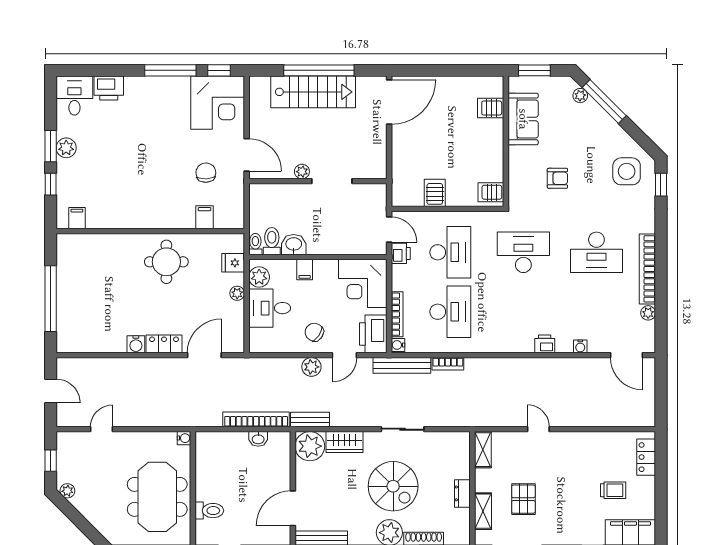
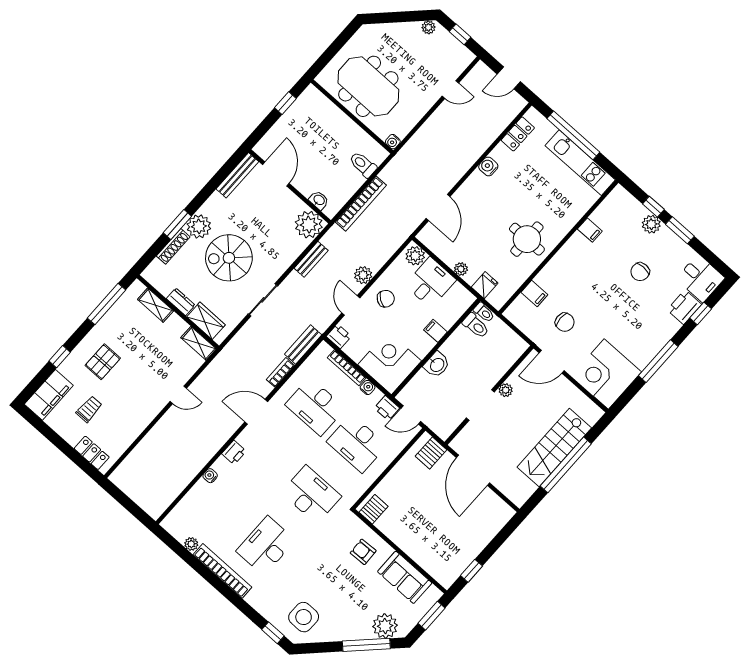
window: (219, 70) -> (701, 313), moved
window: (470, 70) -> (472, 571), added
plant: (580, 96) -> (385, 626), width x1.87, depth x1.87
door: (389, 102) -> (473, 470), moved
server rack: (491, 108) -> (433, 561), removed
plant: (66, 148) -> (651, 224), moved
chair: (112, 148) -> (640, 272), added
armchair: (557, 178) -> (363, 552), moved, turned 88
server rack: (435, 193) -> (431, 453), moved, turned 90
filing cabinet: (77, 218) -> (590, 230), moved
washbasin: (294, 245) -> (437, 365), moved
desk: (523, 252) -> (311, 495), turned -90
kitchen unit: (68, 274) -> (580, 163), added
plant: (259, 277) -> (415, 256), moved
printer: (373, 334) -> (339, 336), width x0.53, depth x0.68
locker: (164, 344) -> (518, 134), moved
water cooler: (398, 345) -> (368, 387), moved
door: (626, 355) -> (256, 412), moved
bench: (402, 365) -> (303, 344), width x0.73
bench: (310, 420) -> (311, 259), moved
door: (101, 429) -> (450, 90), hinge flipped
washbasin: (258, 439) -> (319, 200), moved, turned 90
wardrobe: (344, 442) -> (206, 321), moved, turned 90
trolley: (613, 490) -> (89, 409), turned 180
pallet: (523, 499) -> (103, 362), moved, turned 90
toilet: (209, 511) -> (363, 165), moved, turned 90

